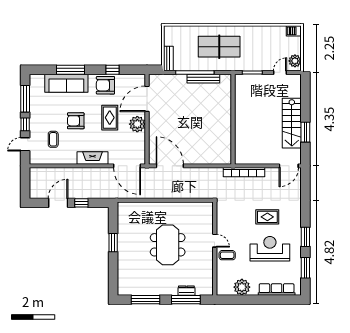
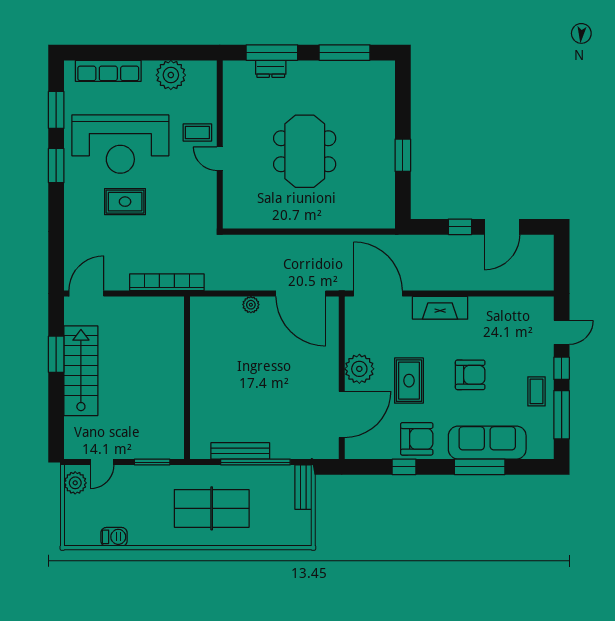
barbecue: (294, 31) -> (114, 537), moved
coffee table: (53, 139) -> (537, 391), moved
plant: (197, 160) -> (251, 305), added
reception desk: (270, 249) -> (120, 144), width x1.36, depth x1.30

